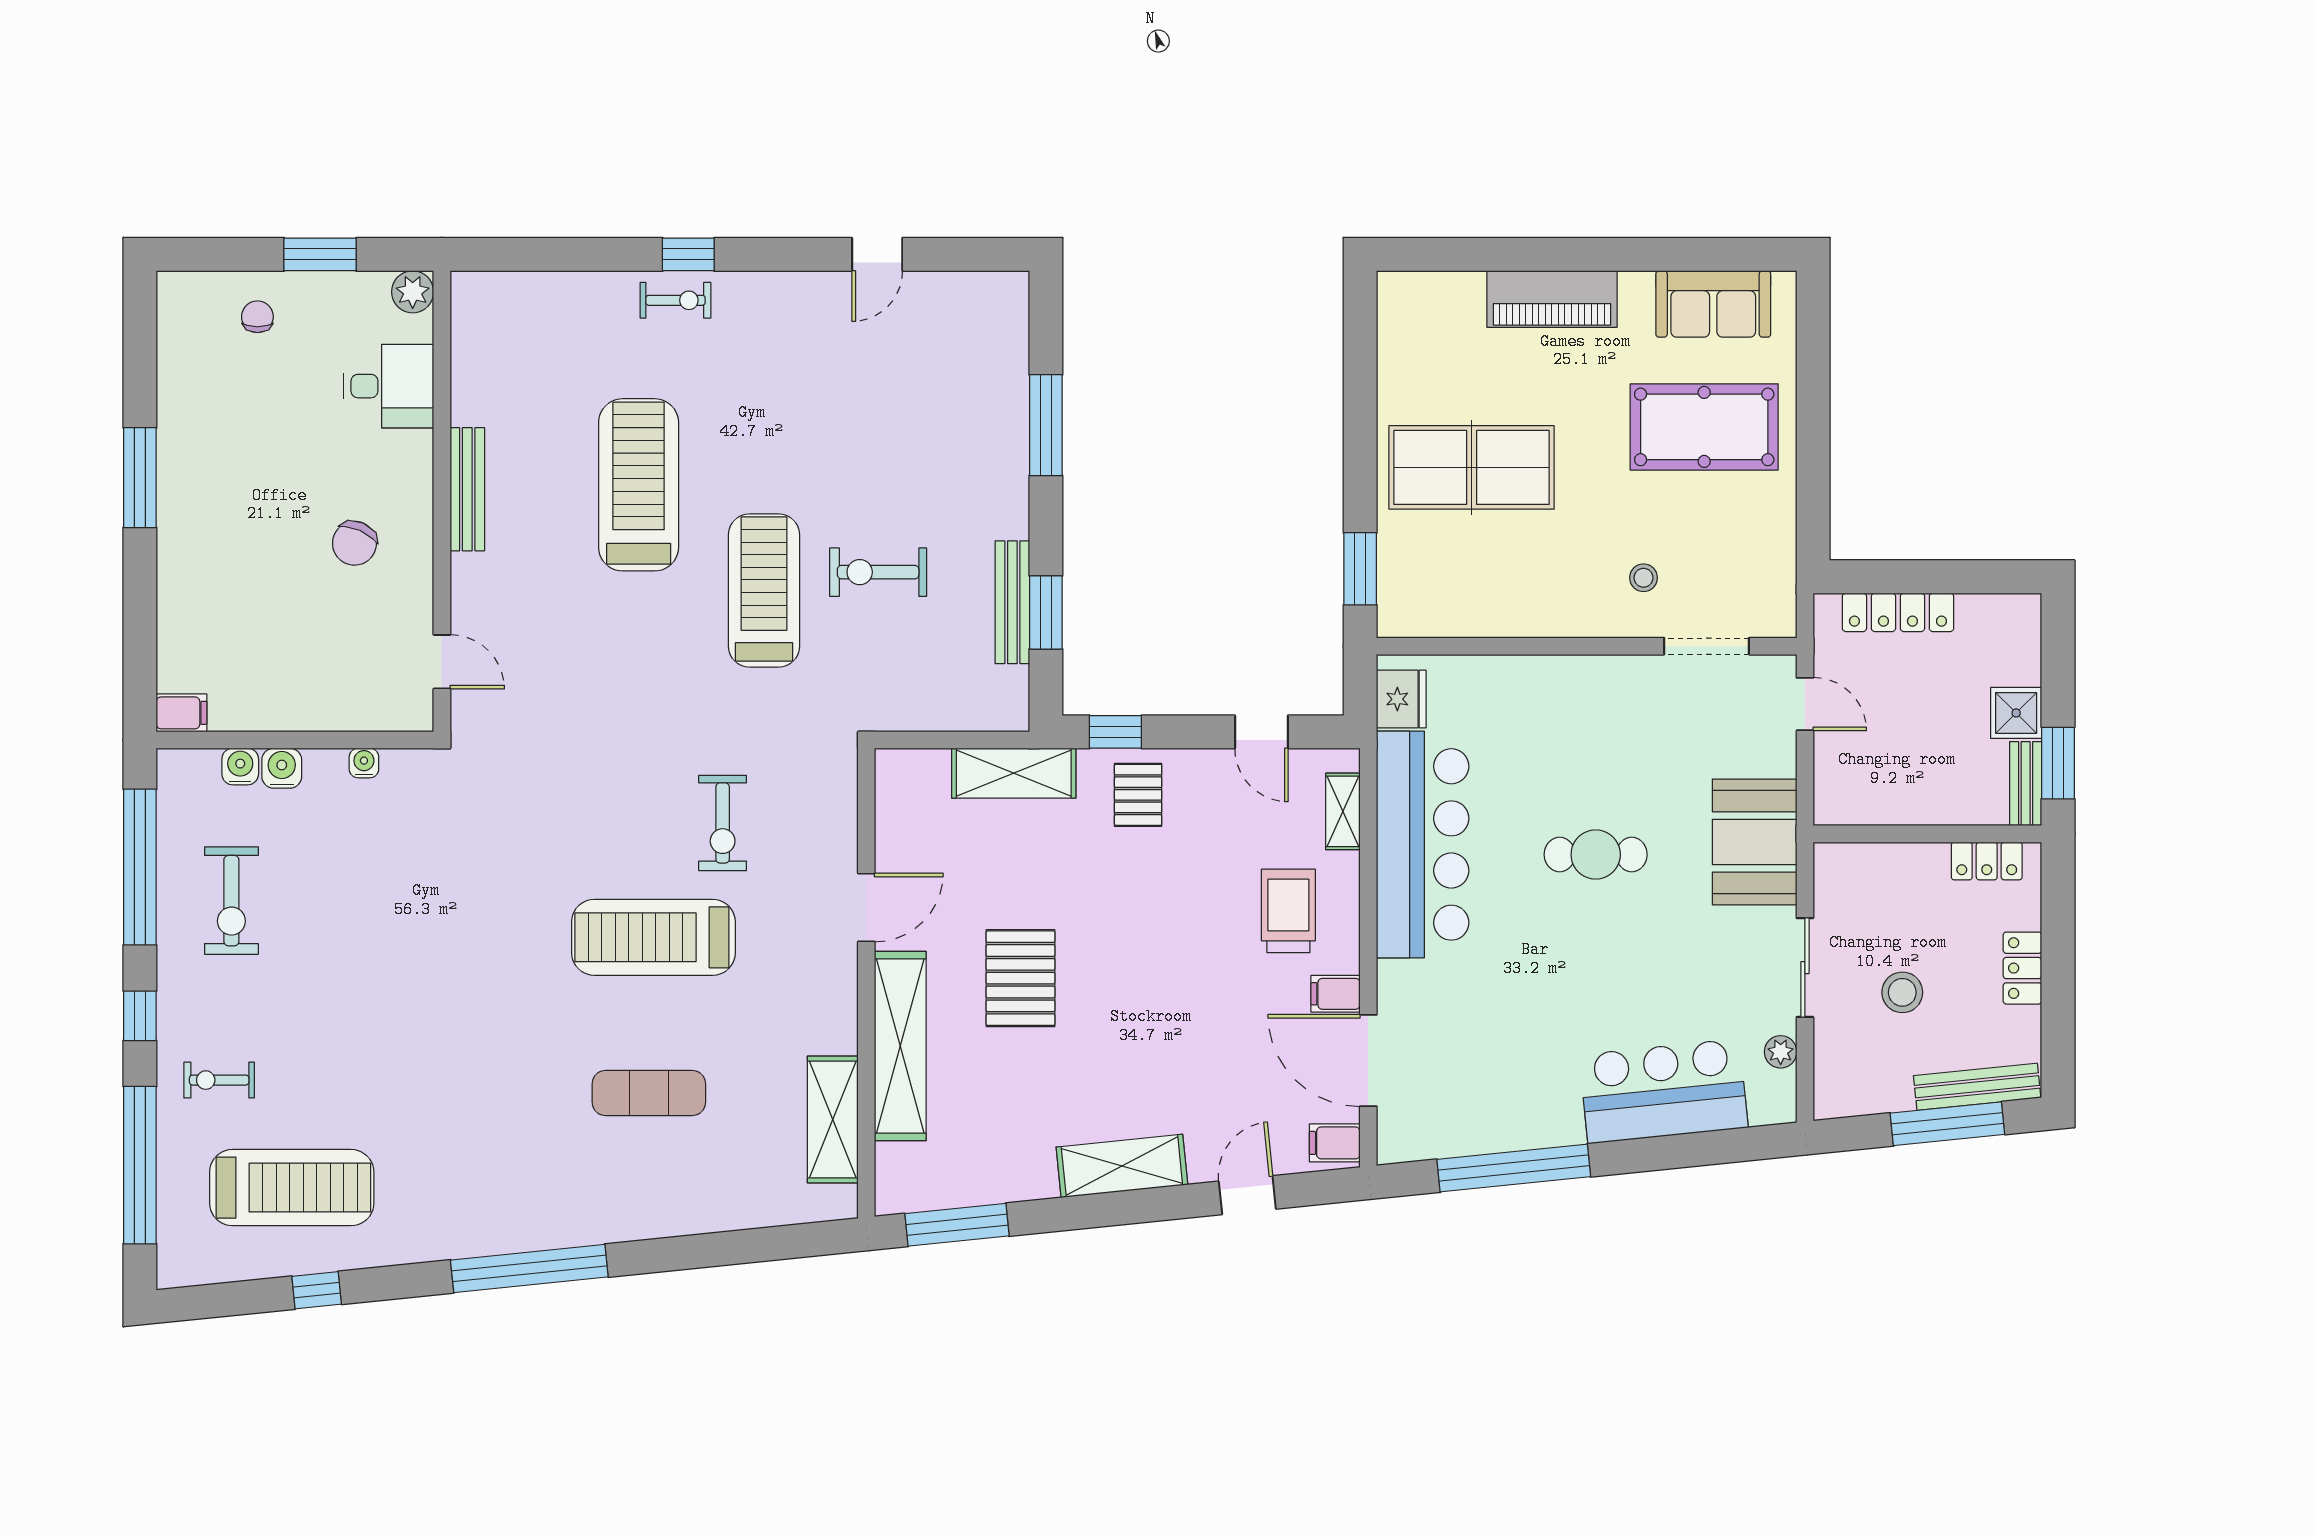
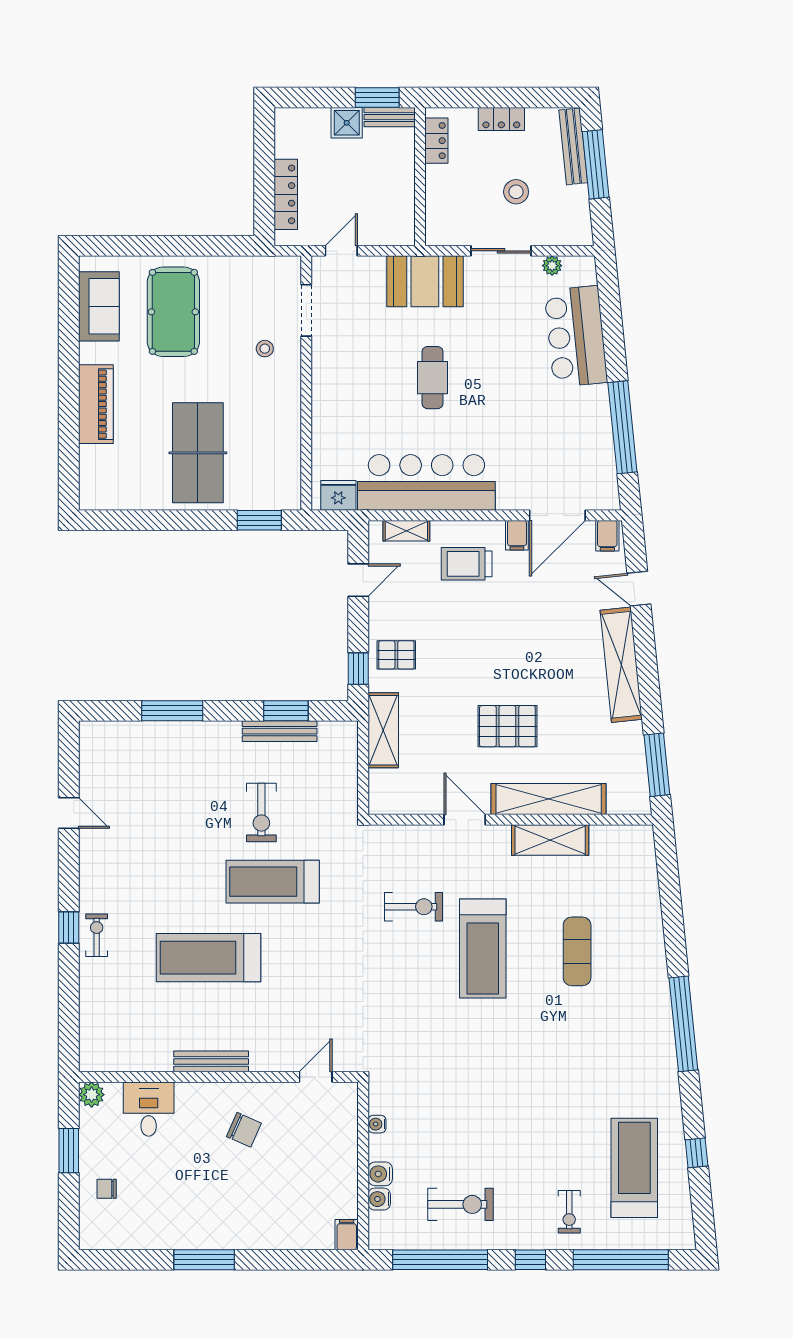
shelving: (833, 1119) -> (550, 840), moved
shelving: (1122, 1166) -> (621, 665), width x1.47

